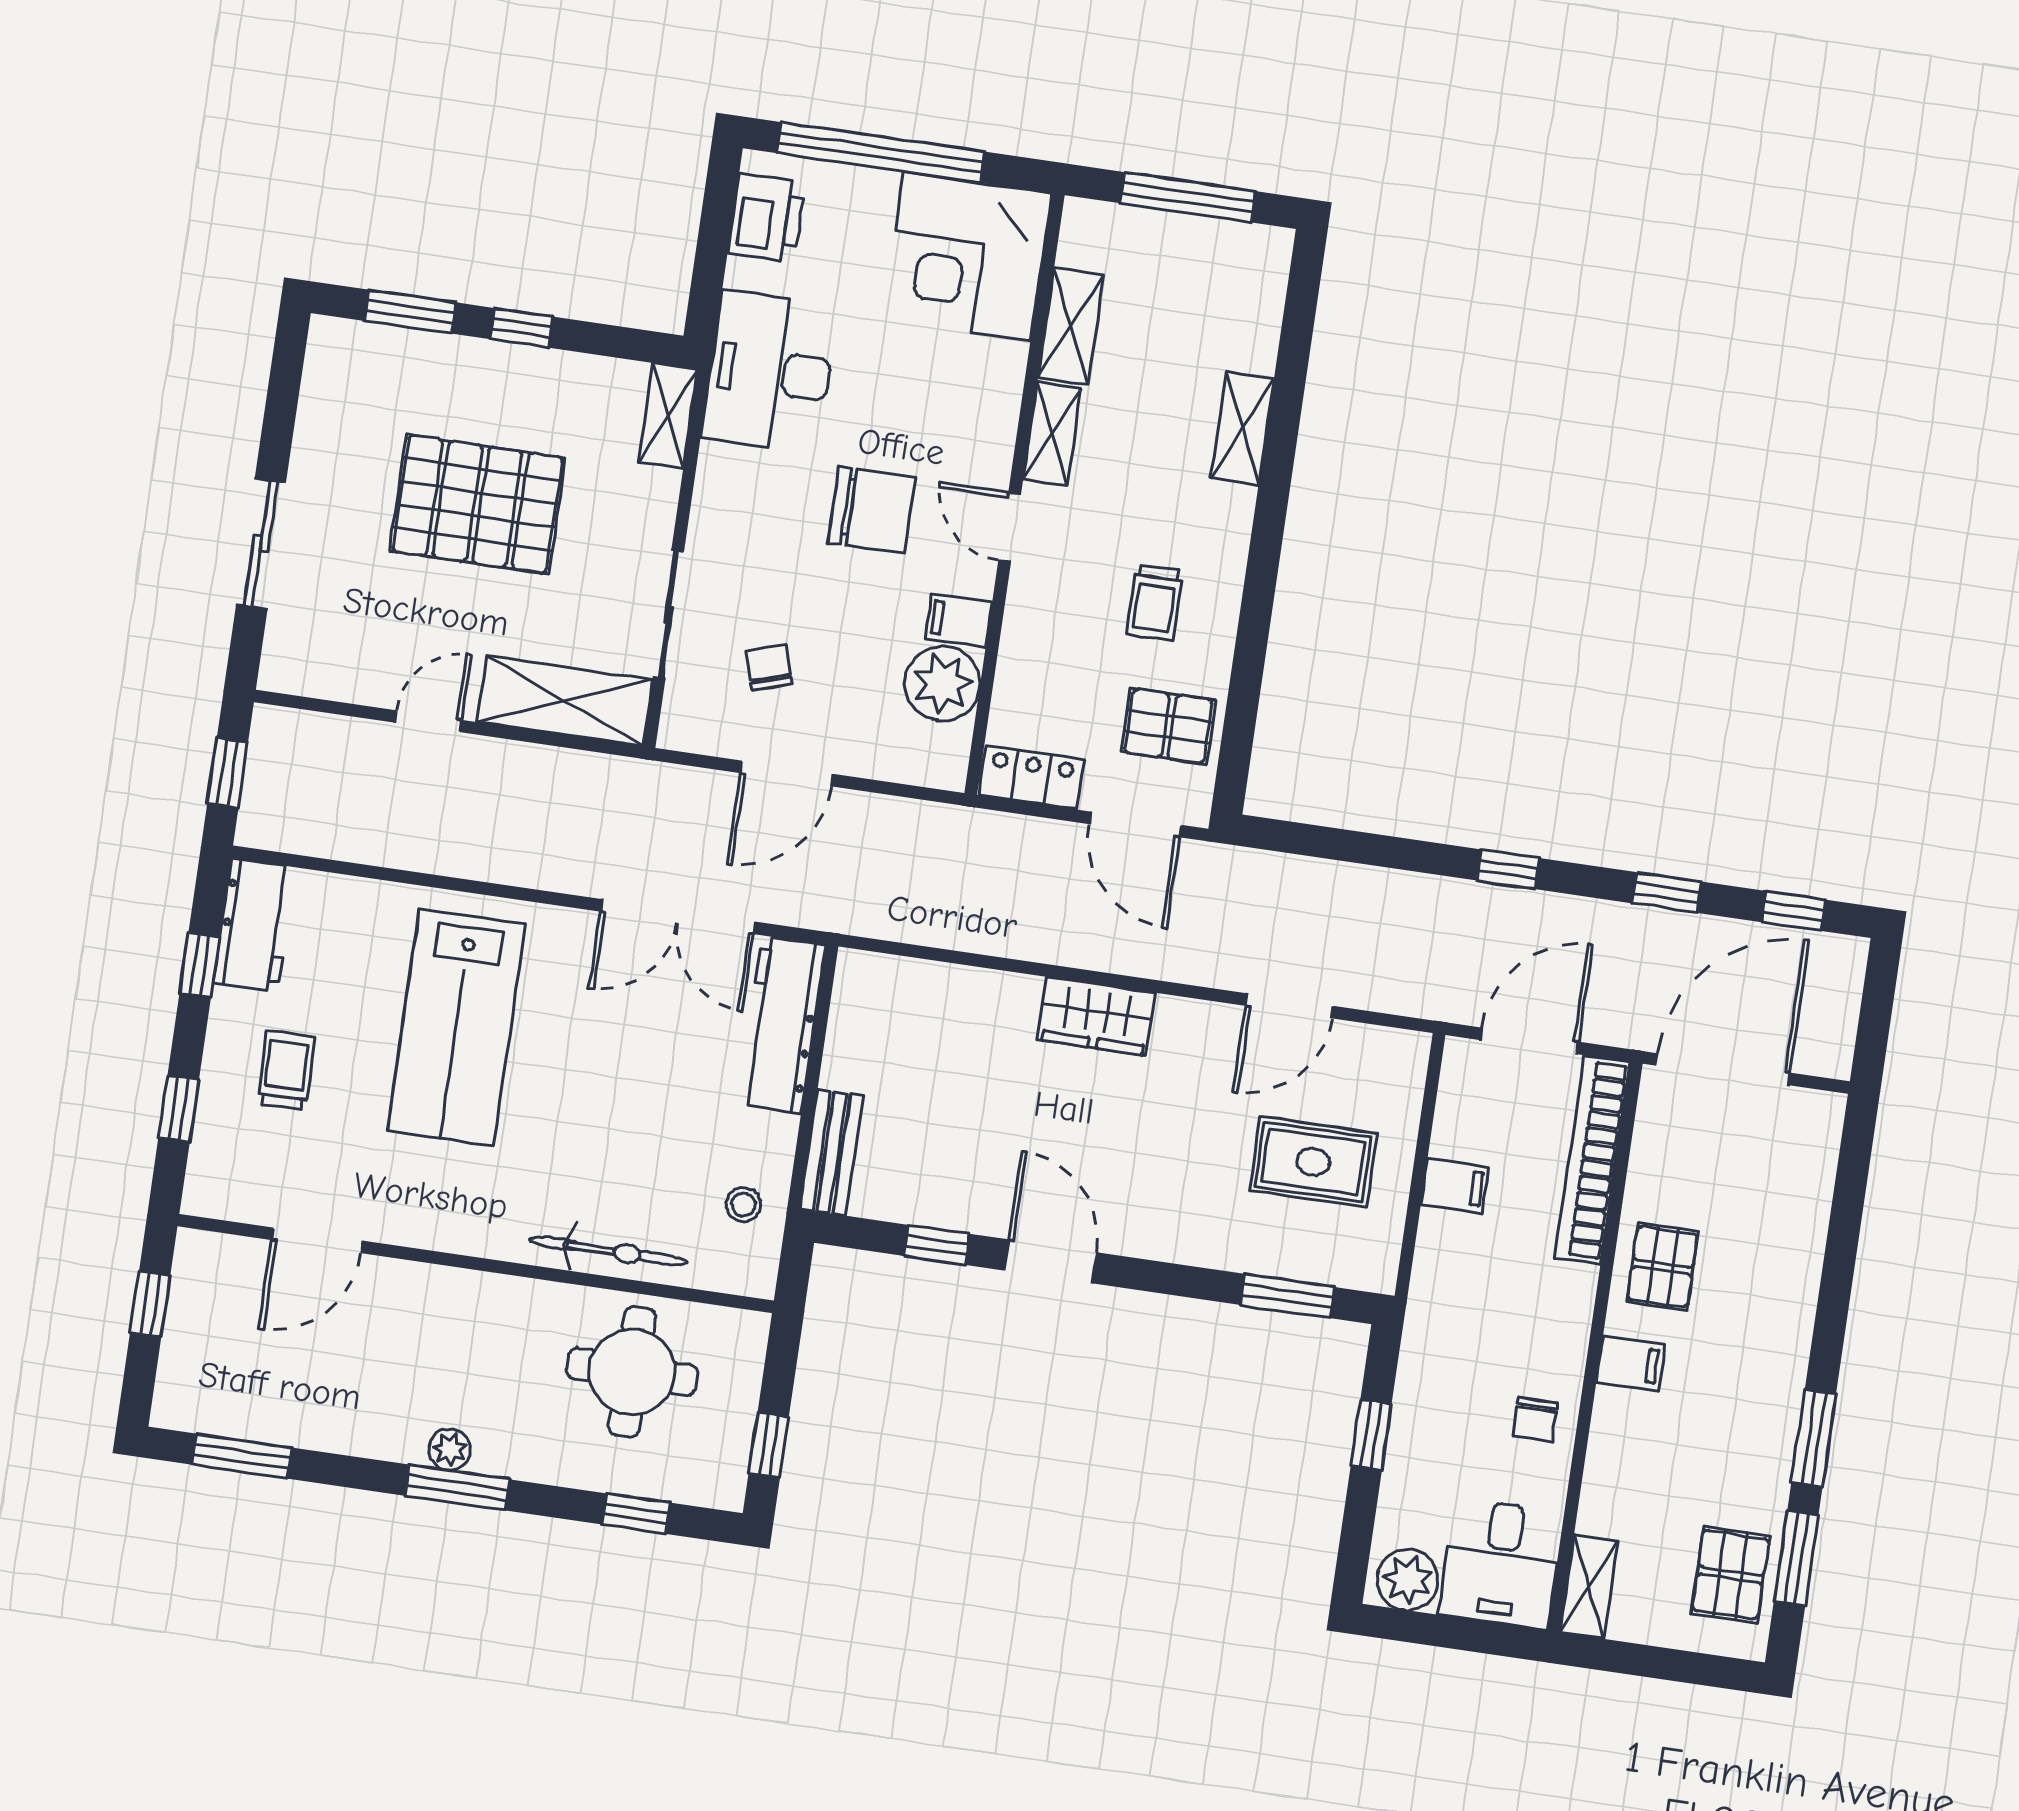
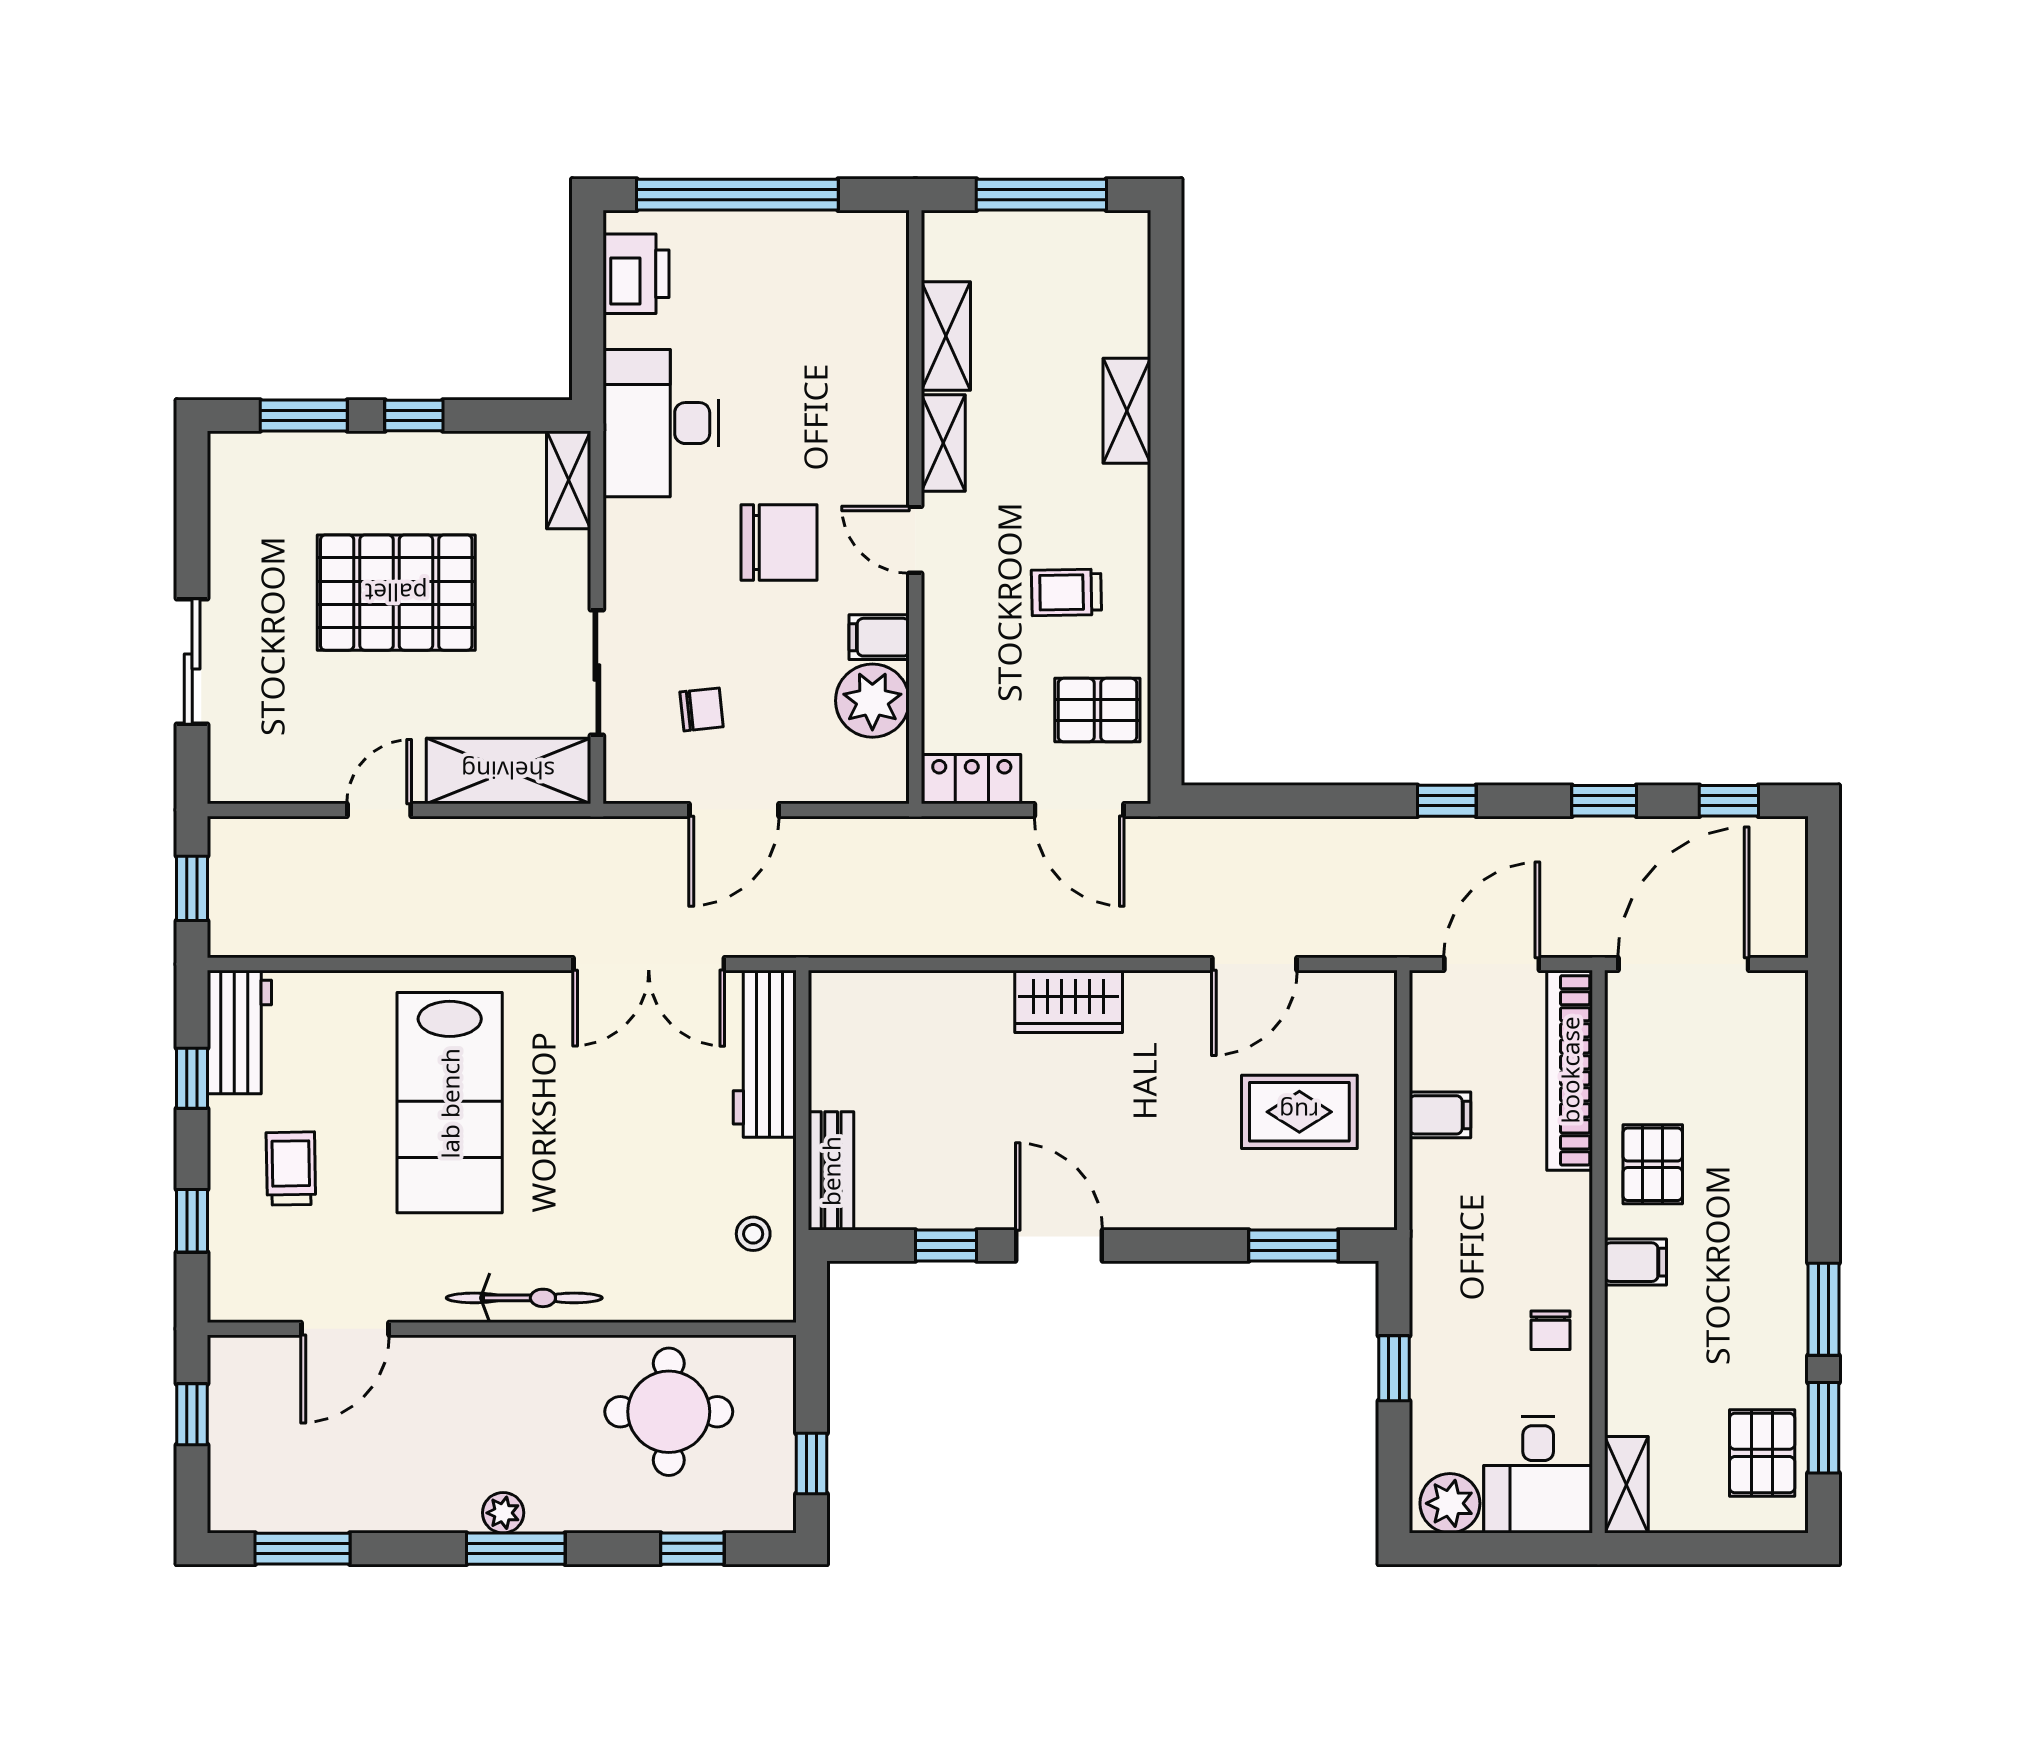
corner desk: (967, 257) -> (836, 283), removed
trolley: (1155, 603) -> (1066, 592), turned 89
chair: (769, 667) -> (702, 709), turned 101
bicycle: (608, 1251) -> (524, 1298), moved

